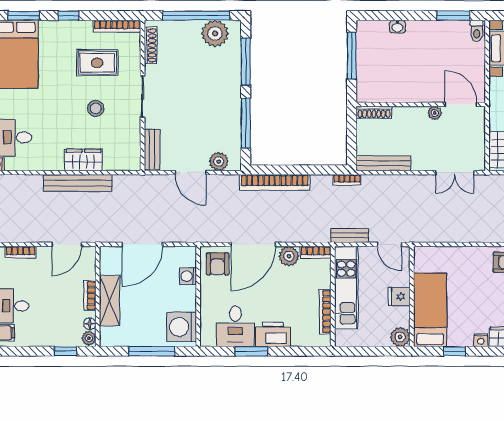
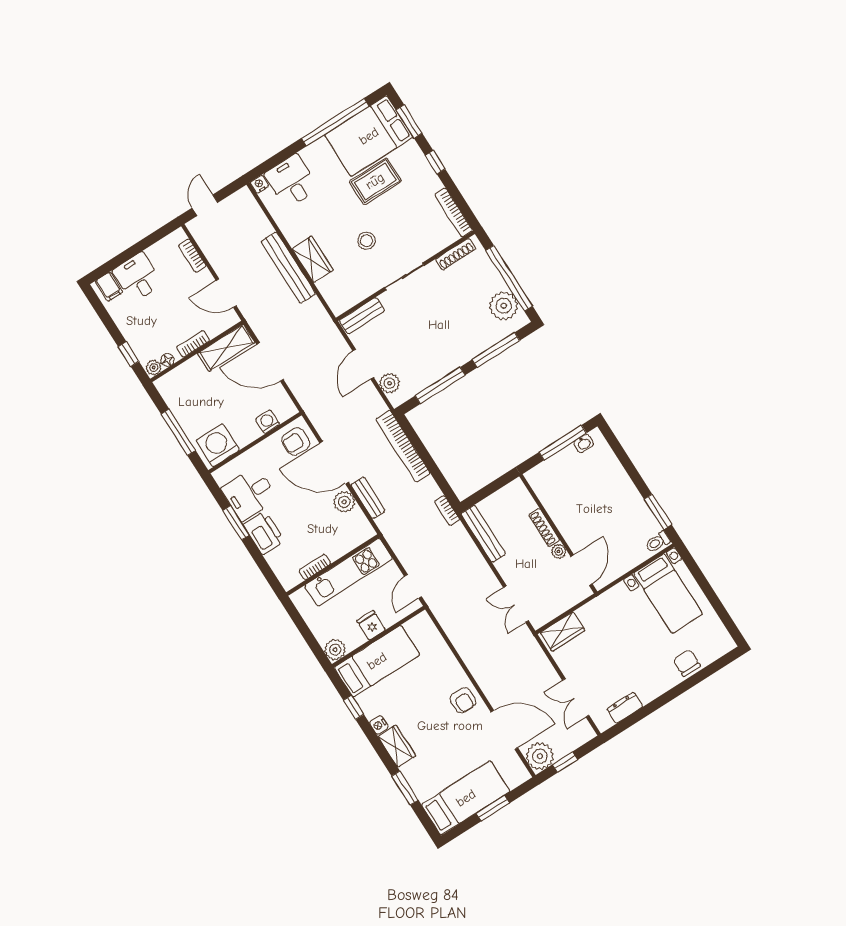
washbasin: (397, 27) -> (584, 443), moved, turned -90
rug: (97, 63) -> (375, 181), moved, turned 90
shoe rack: (374, 112) -> (544, 527), moved
bench: (350, 235) -> (368, 498), moved
bookcase: (316, 252) -> (363, 524), removed
shelving: (110, 301) -> (226, 348), moved
bookcase: (325, 312) -> (315, 567), width x0.64

